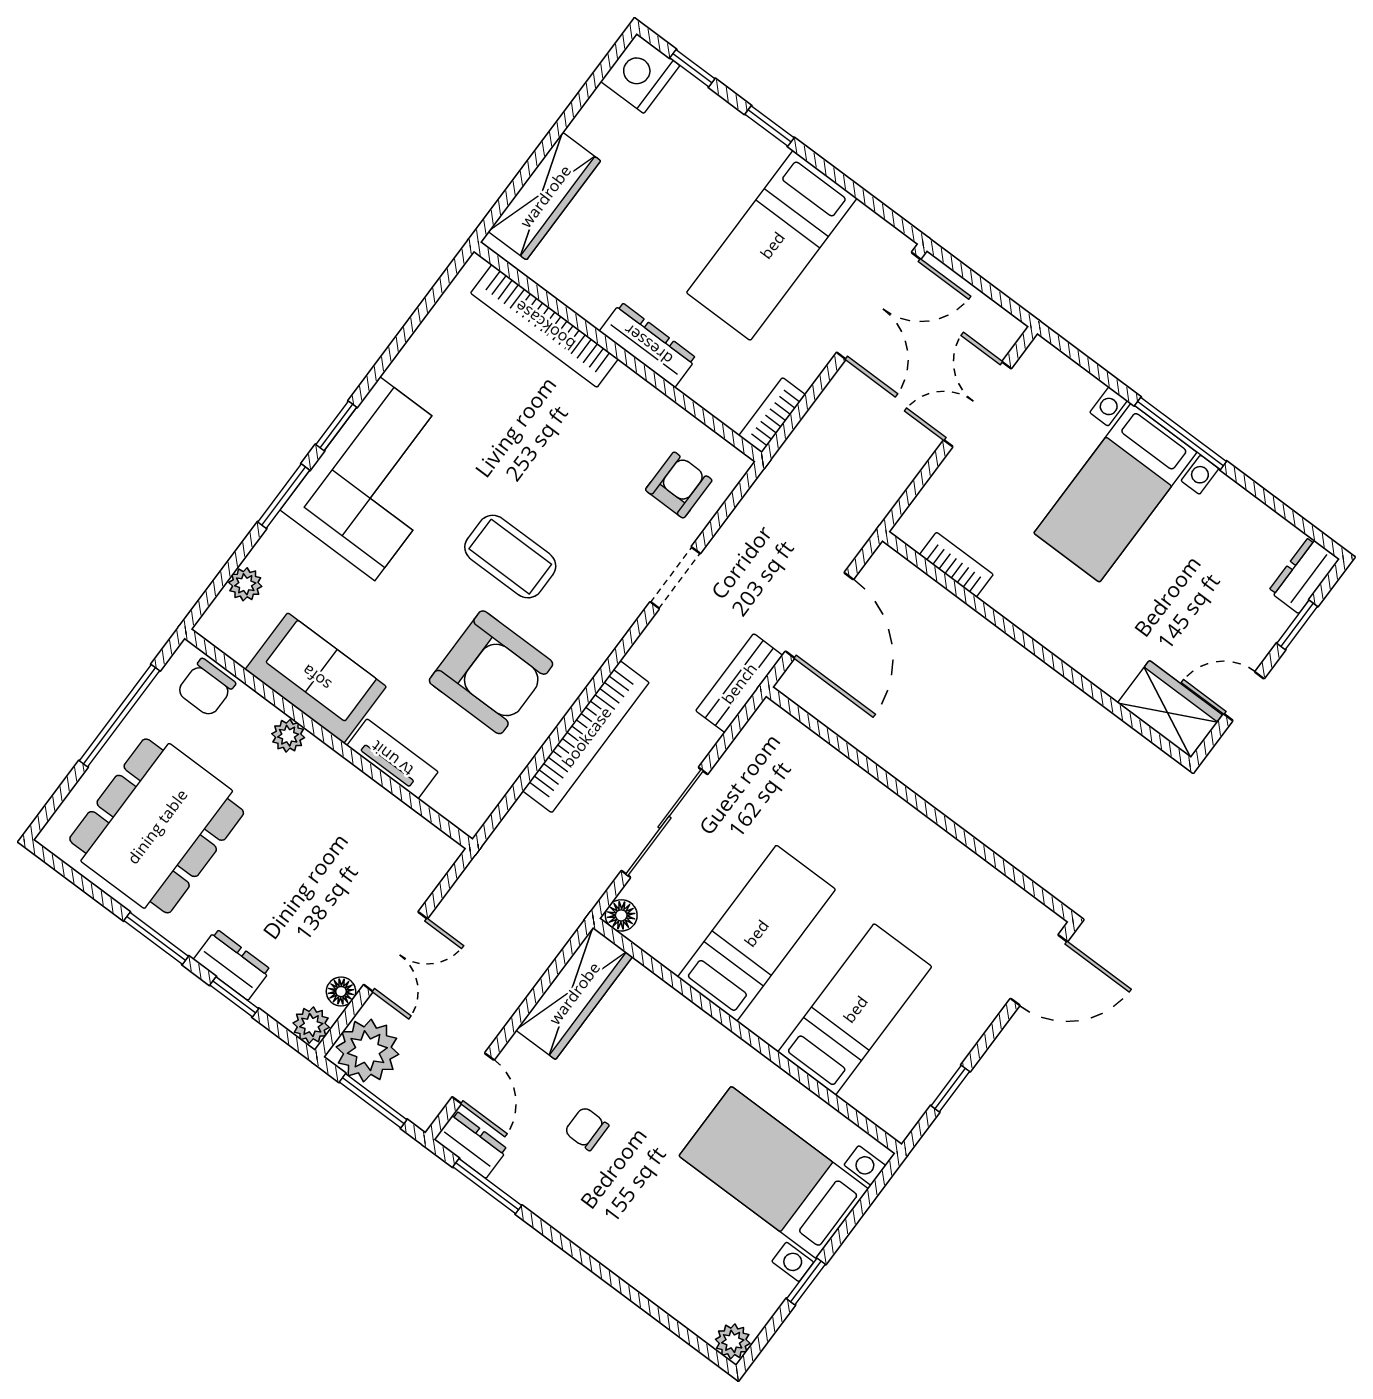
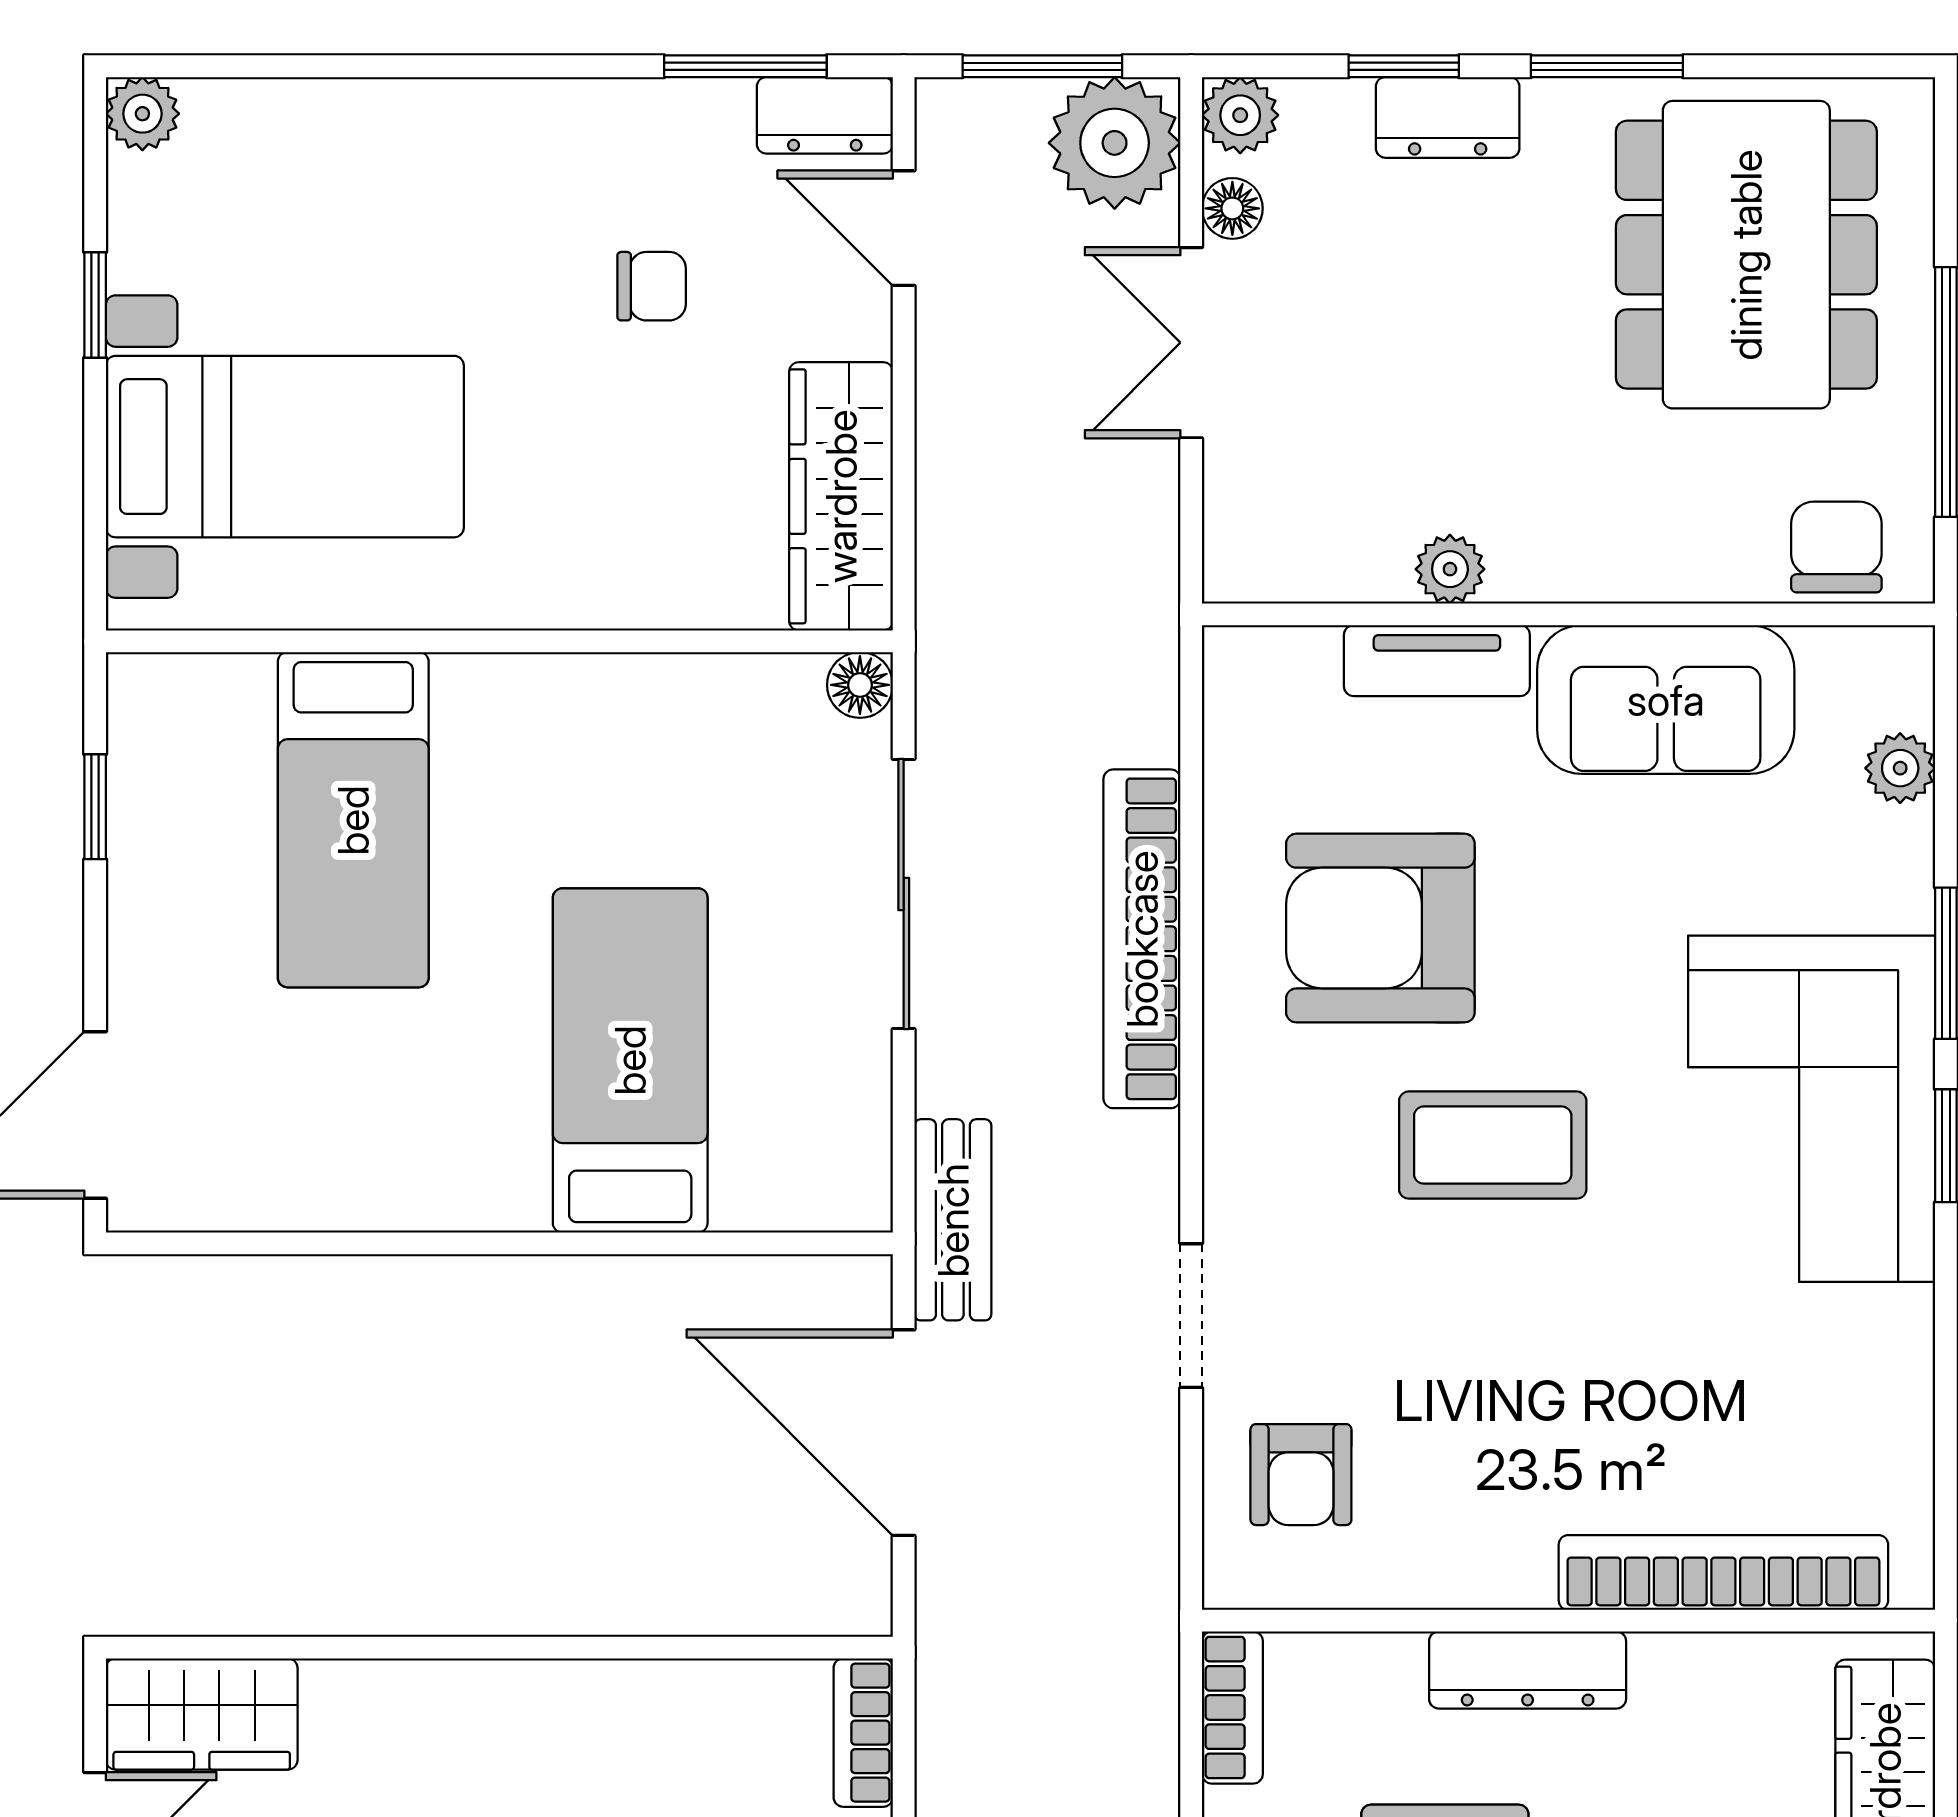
bookcase: (956, 565) -> (863, 1733), moved, turned 90
plant: (288, 736) -> (1450, 569), moved
bed: (756, 933) -> (630, 1060), moved, turned 180

